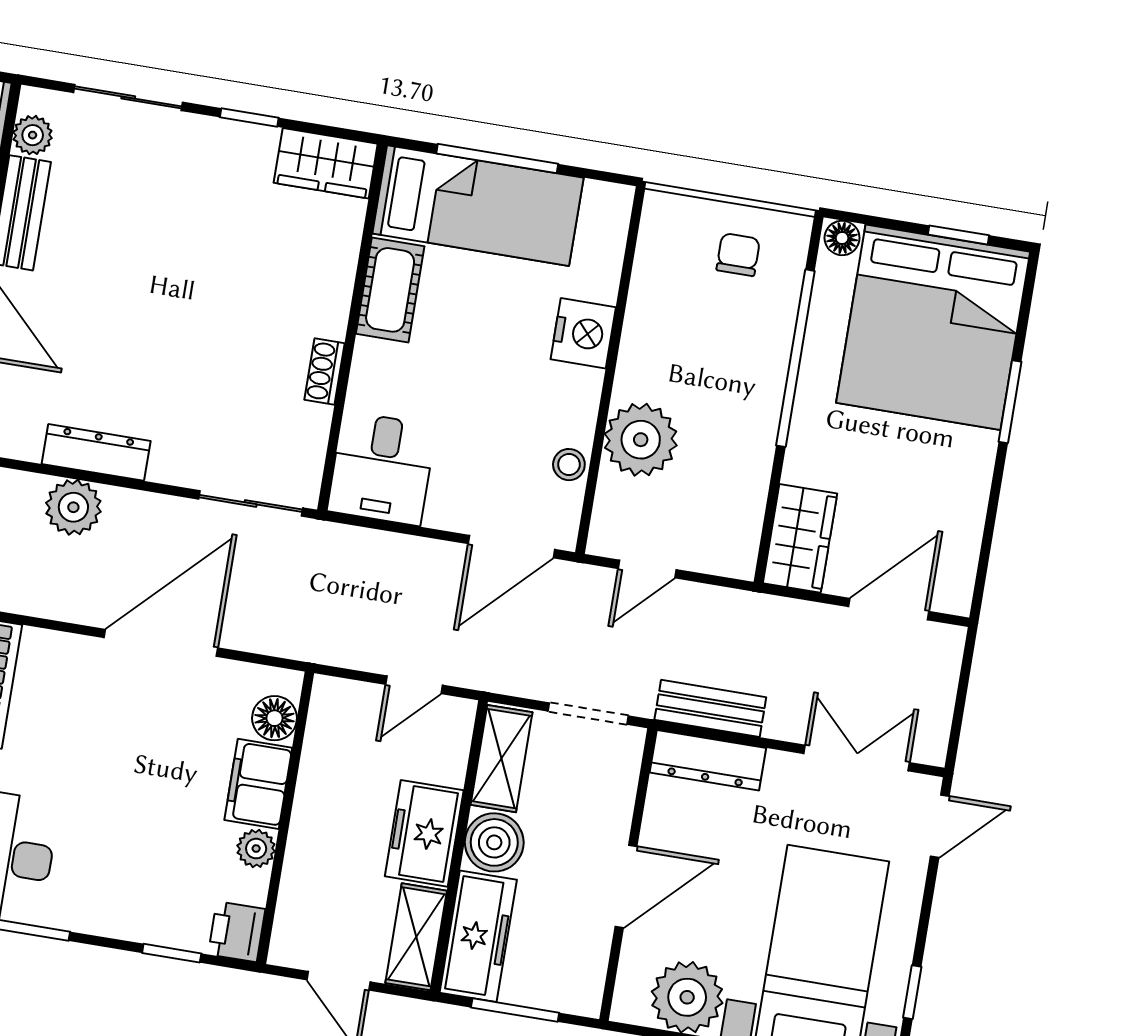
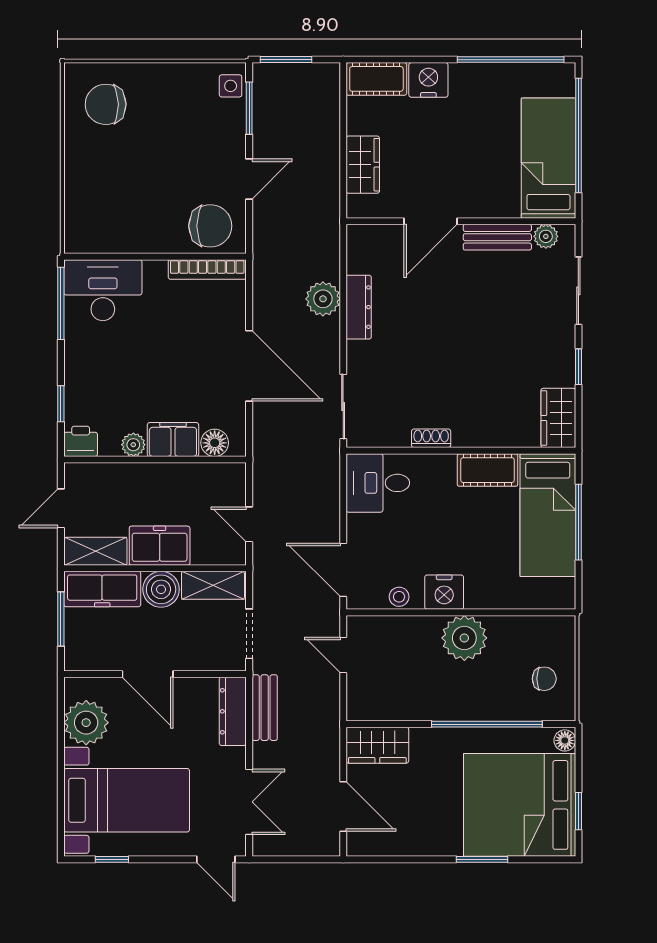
nightstand: (583, 333) -> (444, 592), moved
plant: (641, 440) -> (464, 638), moved

